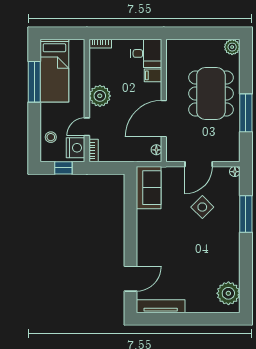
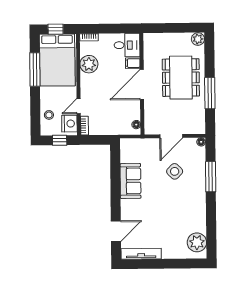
window: (60, 33) -> (56, 29), added
bed: (54, 71) -> (57, 60), width x1.50
plant: (100, 96) -> (89, 64), moved
door: (164, 119) -> (142, 85), moved
sofa: (149, 188) -> (130, 181), moved

